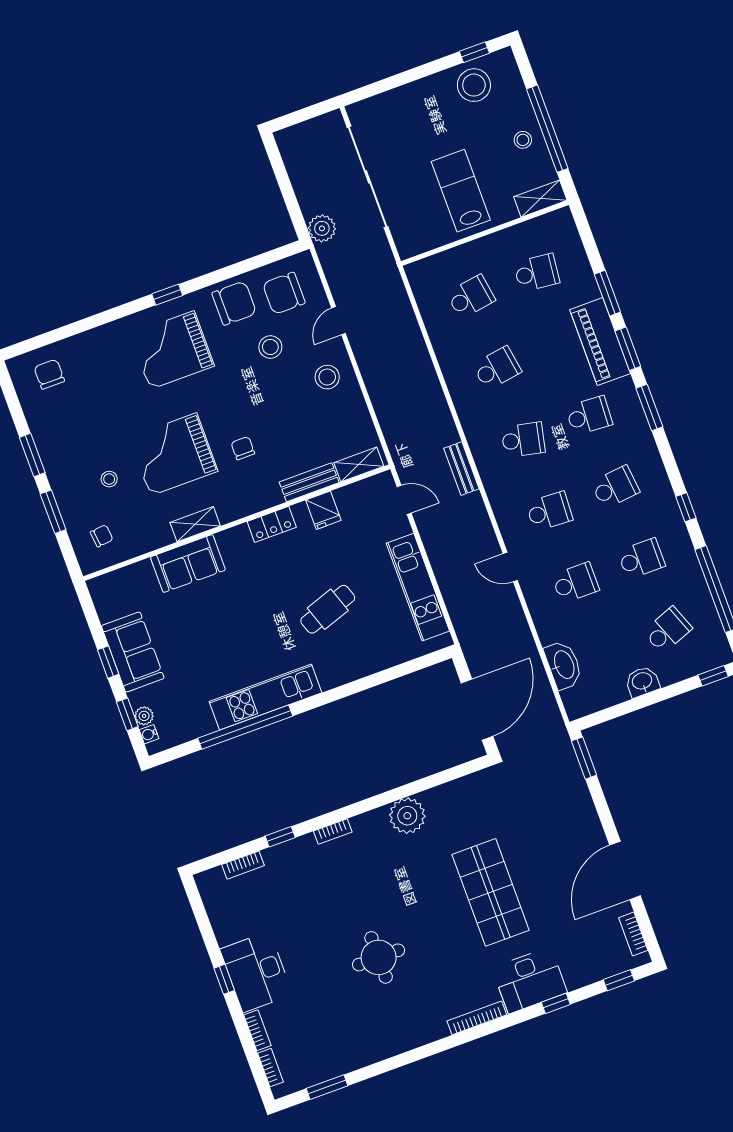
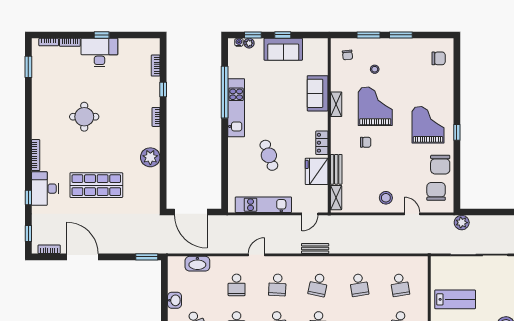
stool: (270, 347) -> (411, 175), removed
fridge: (323, 510) -> (317, 171), width x1.88, depth x1.34

